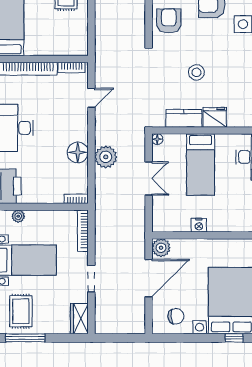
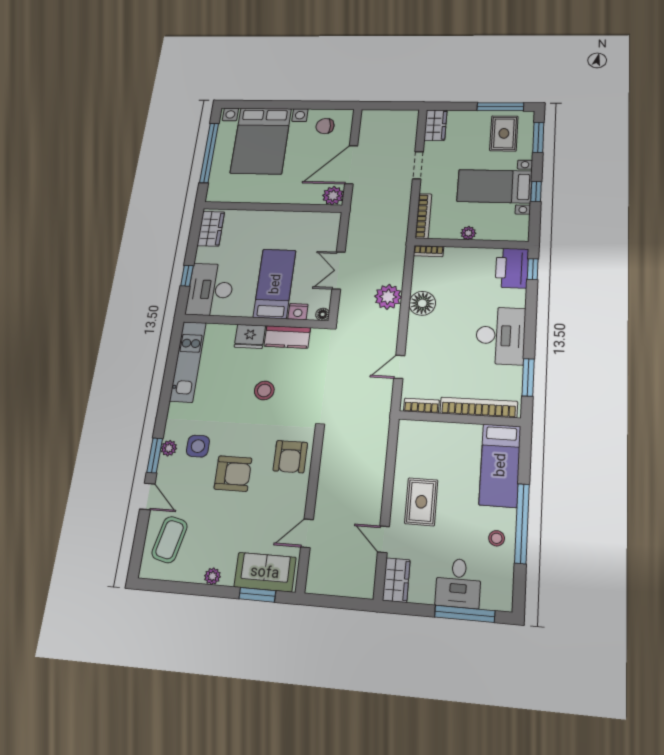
plant: (18, 216) -> (468, 233), moved
nightstand: (199, 225) -> (298, 312), moved, turned 180
window: (234, 338) -> (264, 105), removed

